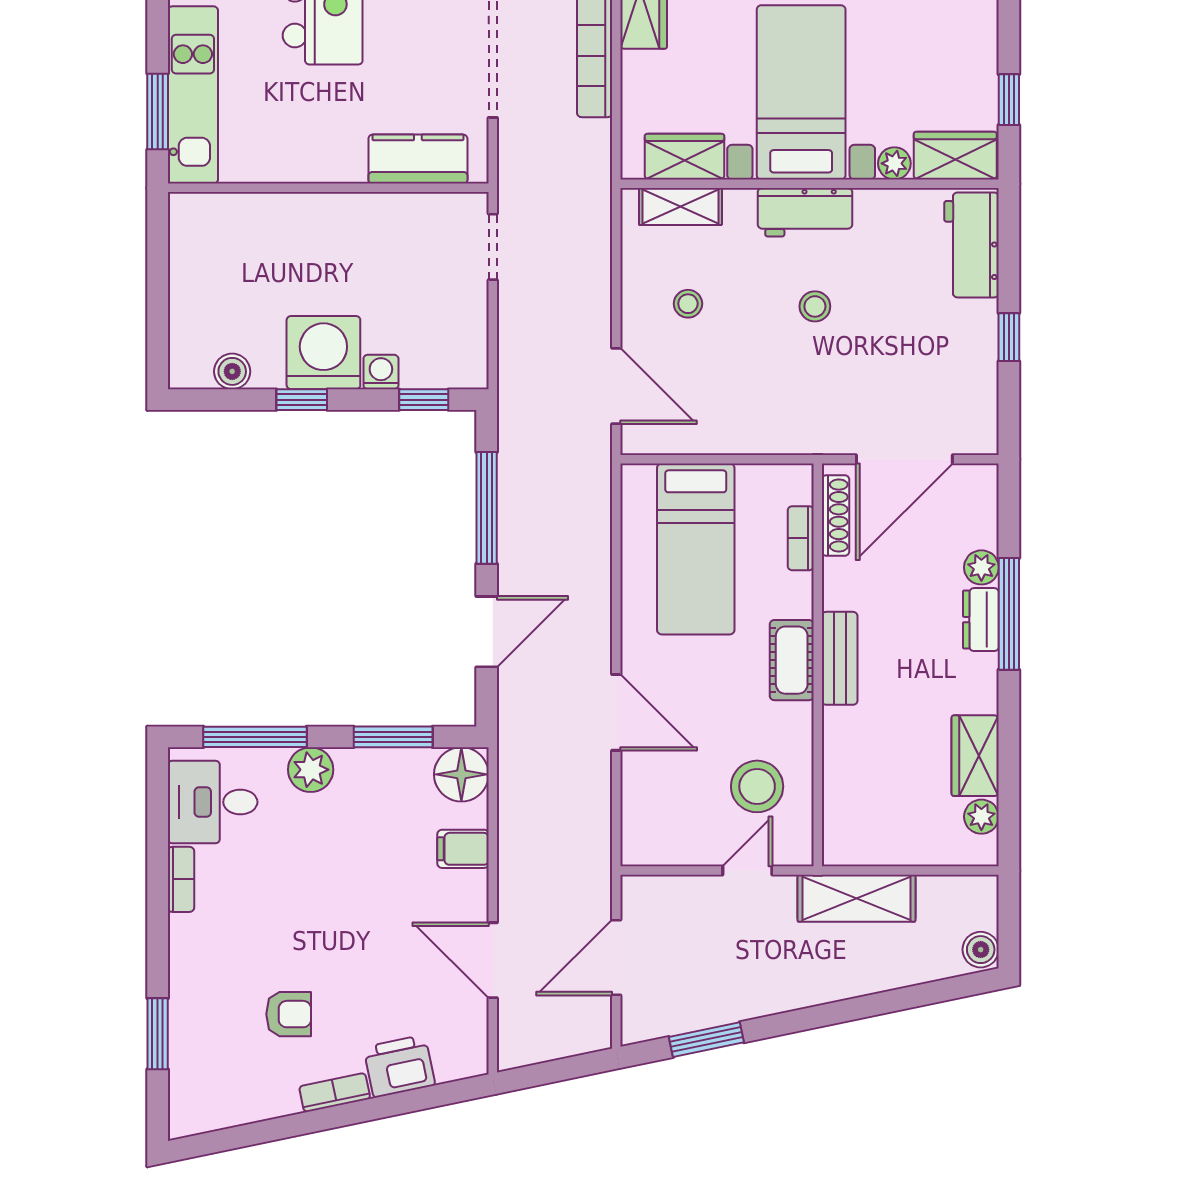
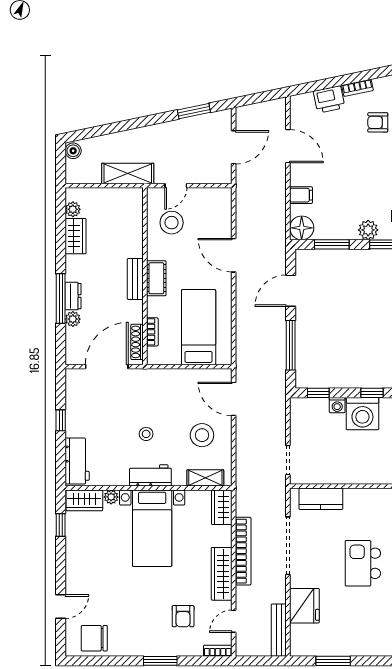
wardrobe: (684, 157) -> (222, 507), moved, turned 90
stool: (688, 304) -> (202, 435), width x1.89, depth x1.89

